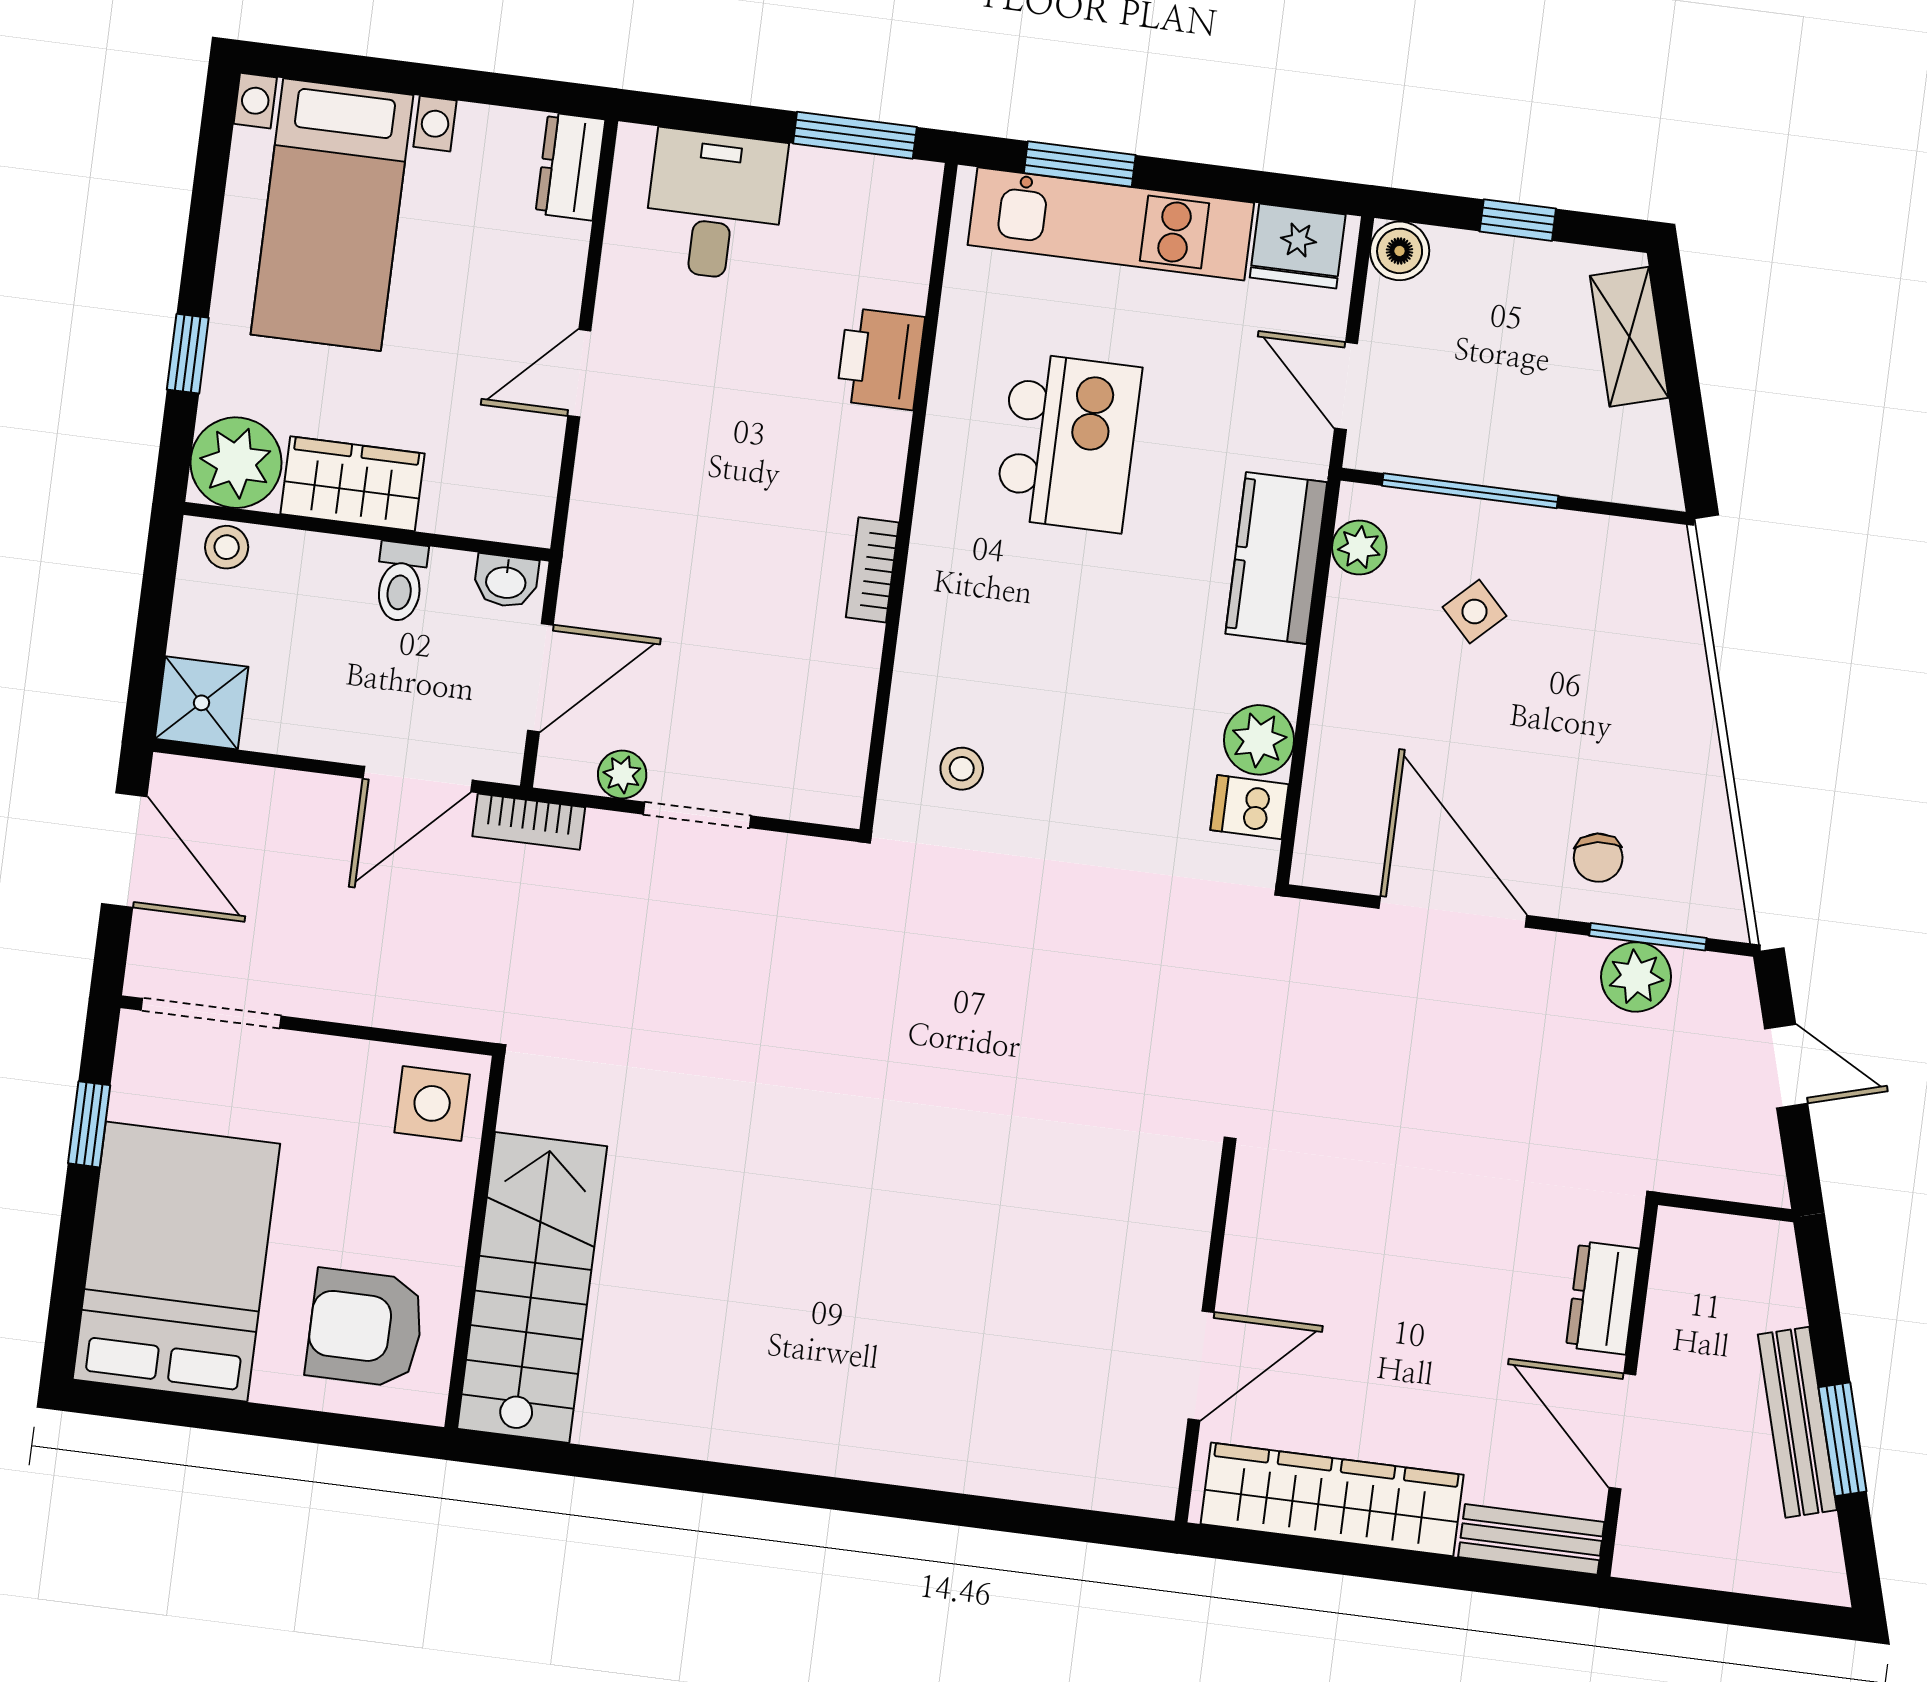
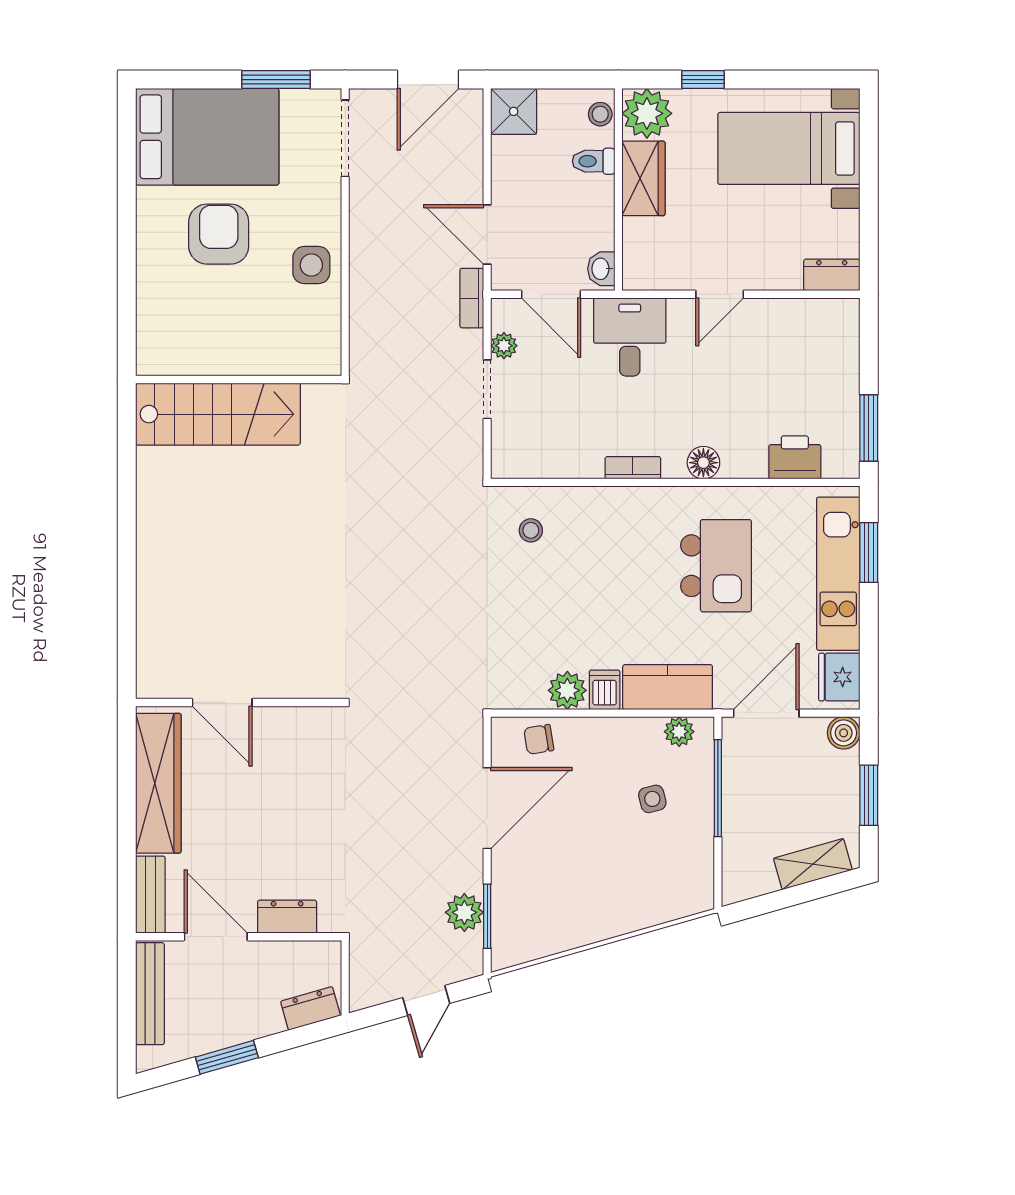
desk: (715, 205) -> (630, 337), moved, turned -90
window: (1518, 220) -> (869, 795), width x1.50
printer: (880, 359) -> (795, 457), moved
door: (579, 373) -> (720, 294), swing flipped
door: (1346, 386) -> (766, 713), width x1.37
floor lamp: (879, 441) -> (703, 463), added
kitchen island: (1068, 443) -> (716, 566), turned -90
toilet: (401, 582) -> (594, 161), moved
side table: (1474, 611) -> (652, 799), turned 30
dishwasher: (1249, 807) -> (605, 690), moved
chair: (1598, 858) -> (539, 739), moved
window: (89, 1124) -> (276, 80), width x1.50
wall: (474, 1242) -> (239, 379), moved
dresser: (1774, 1277) -> (310, 1008), added
stairs: (532, 1288) -> (218, 414), moved
armchair: (365, 1328) -> (219, 234), moved
bench: (1797, 1422) -> (150, 994), moved, turned -74
door: (1622, 1431) -> (216, 937), hinge flipped

